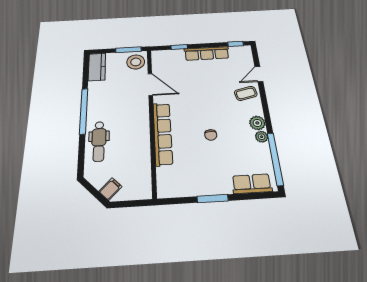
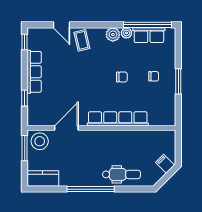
chair: (215, 169) -> (154, 76), added
row of seats: (252, 184) -> (149, 35), moved, turned -90

